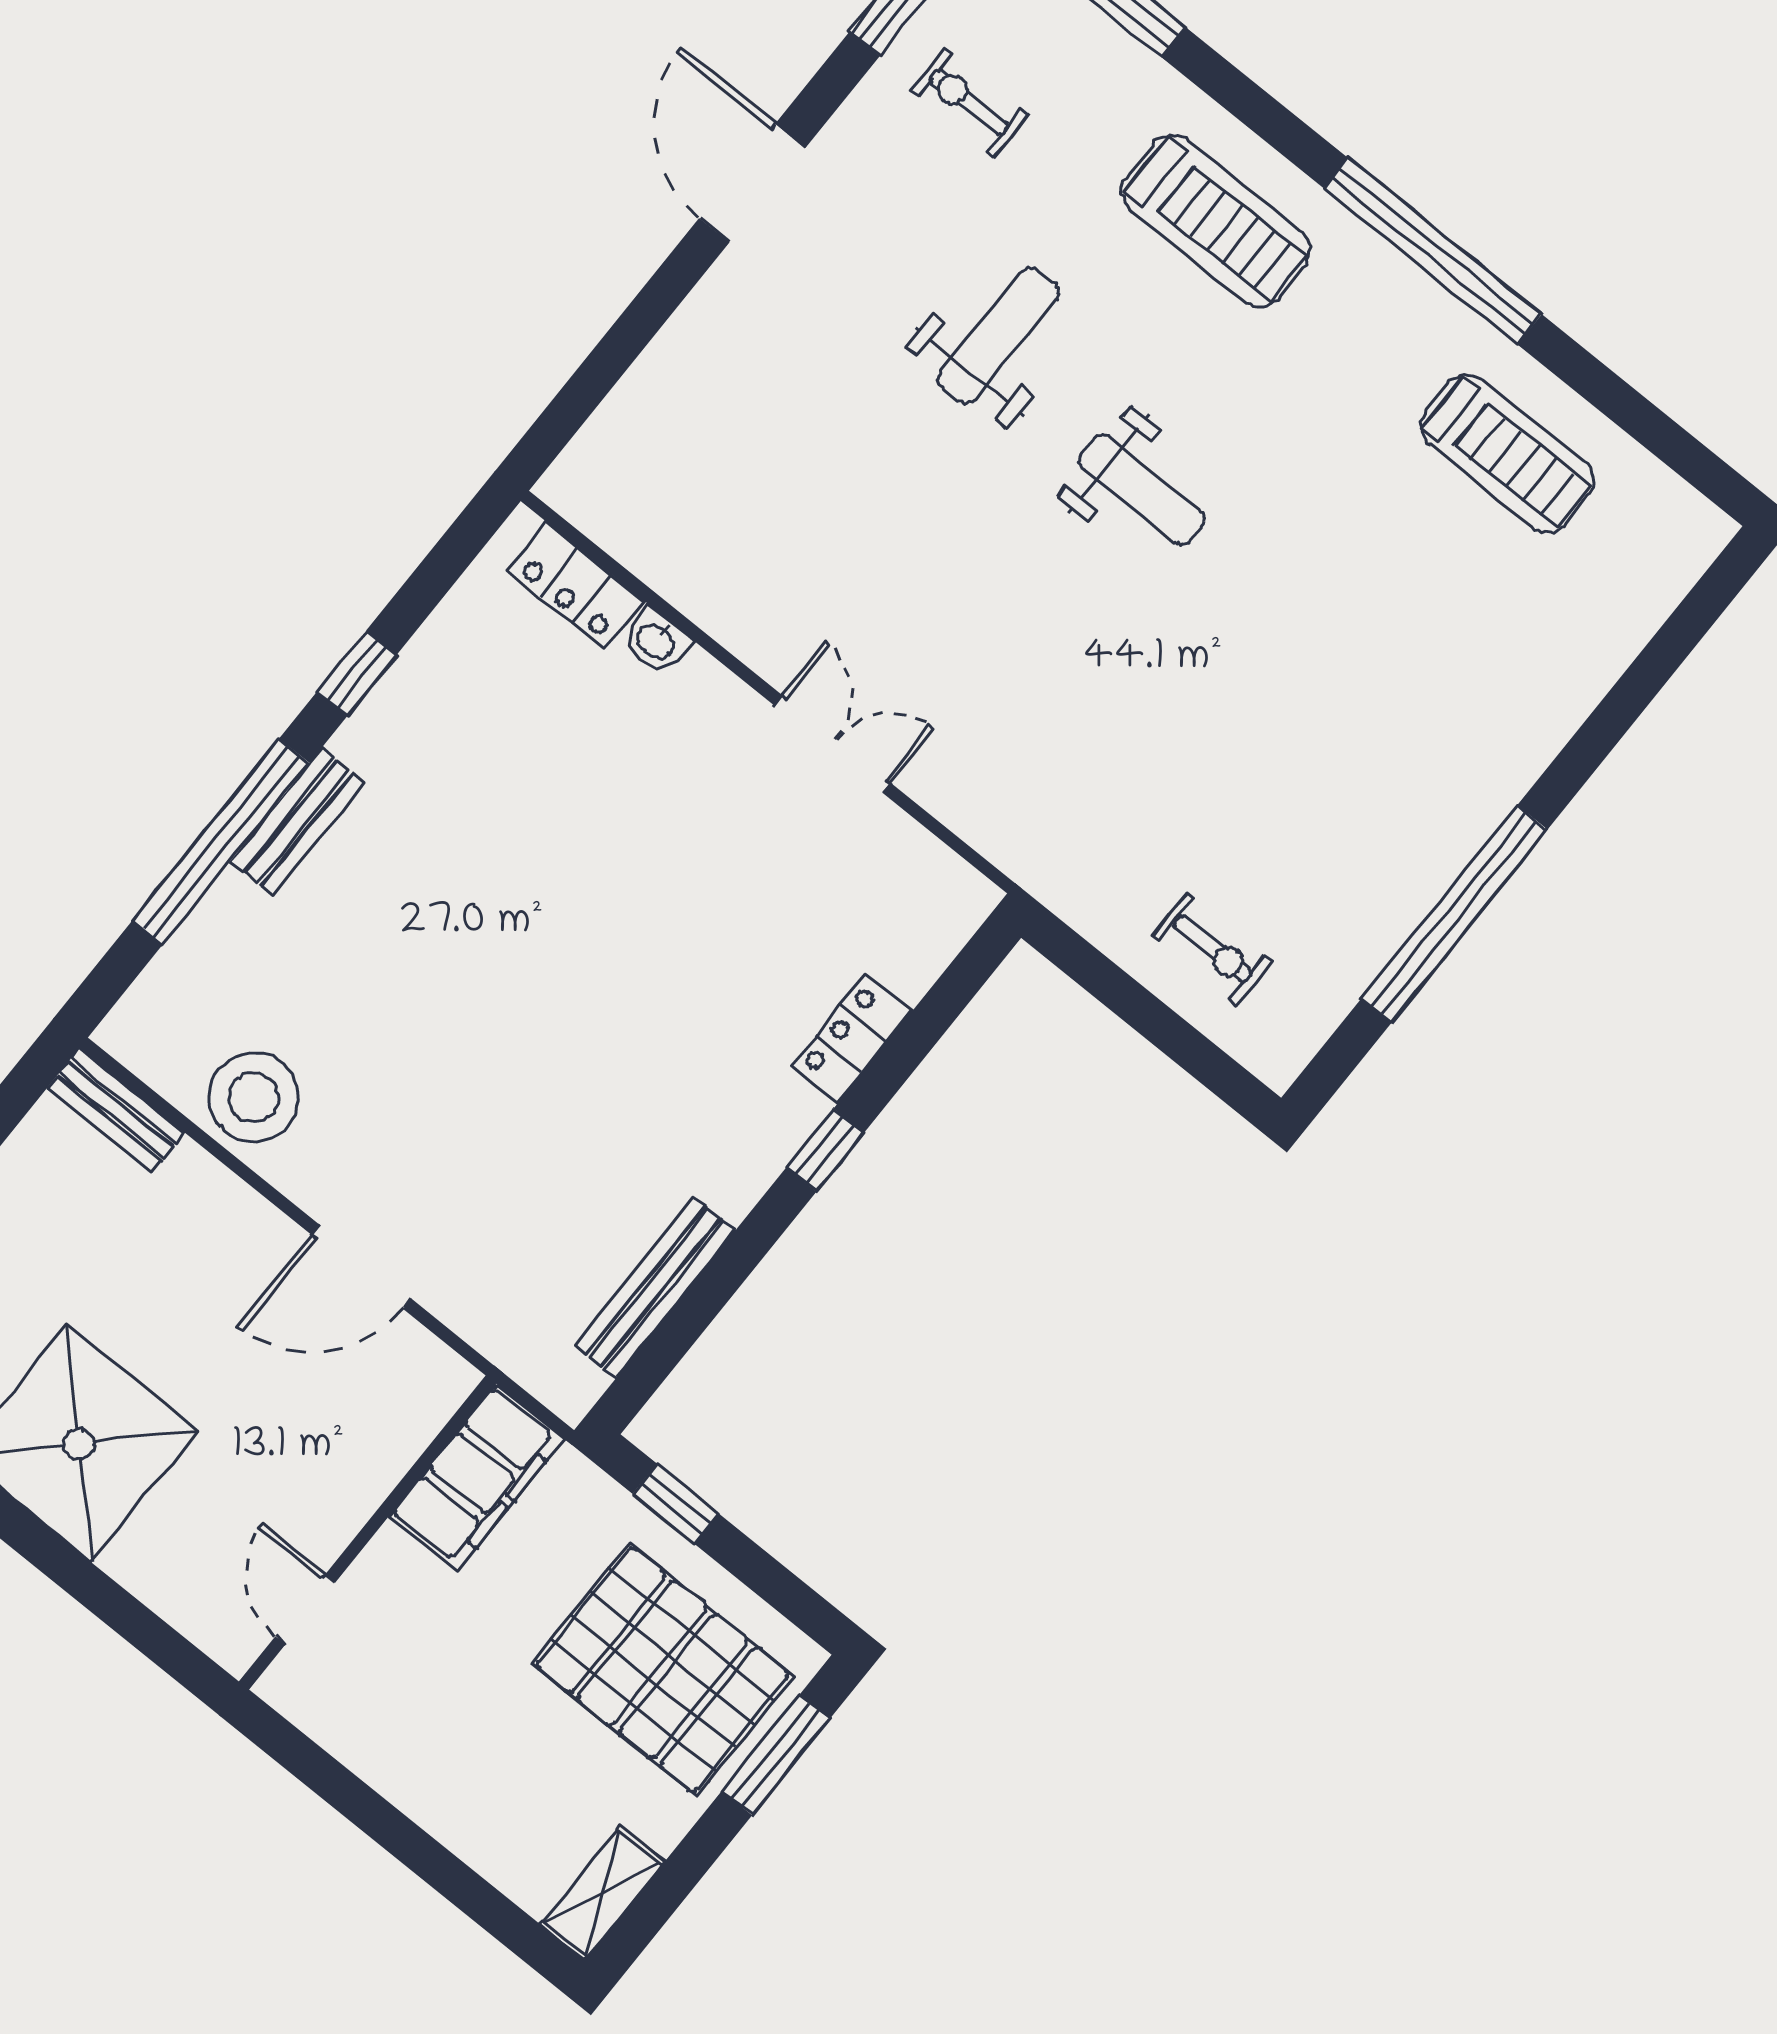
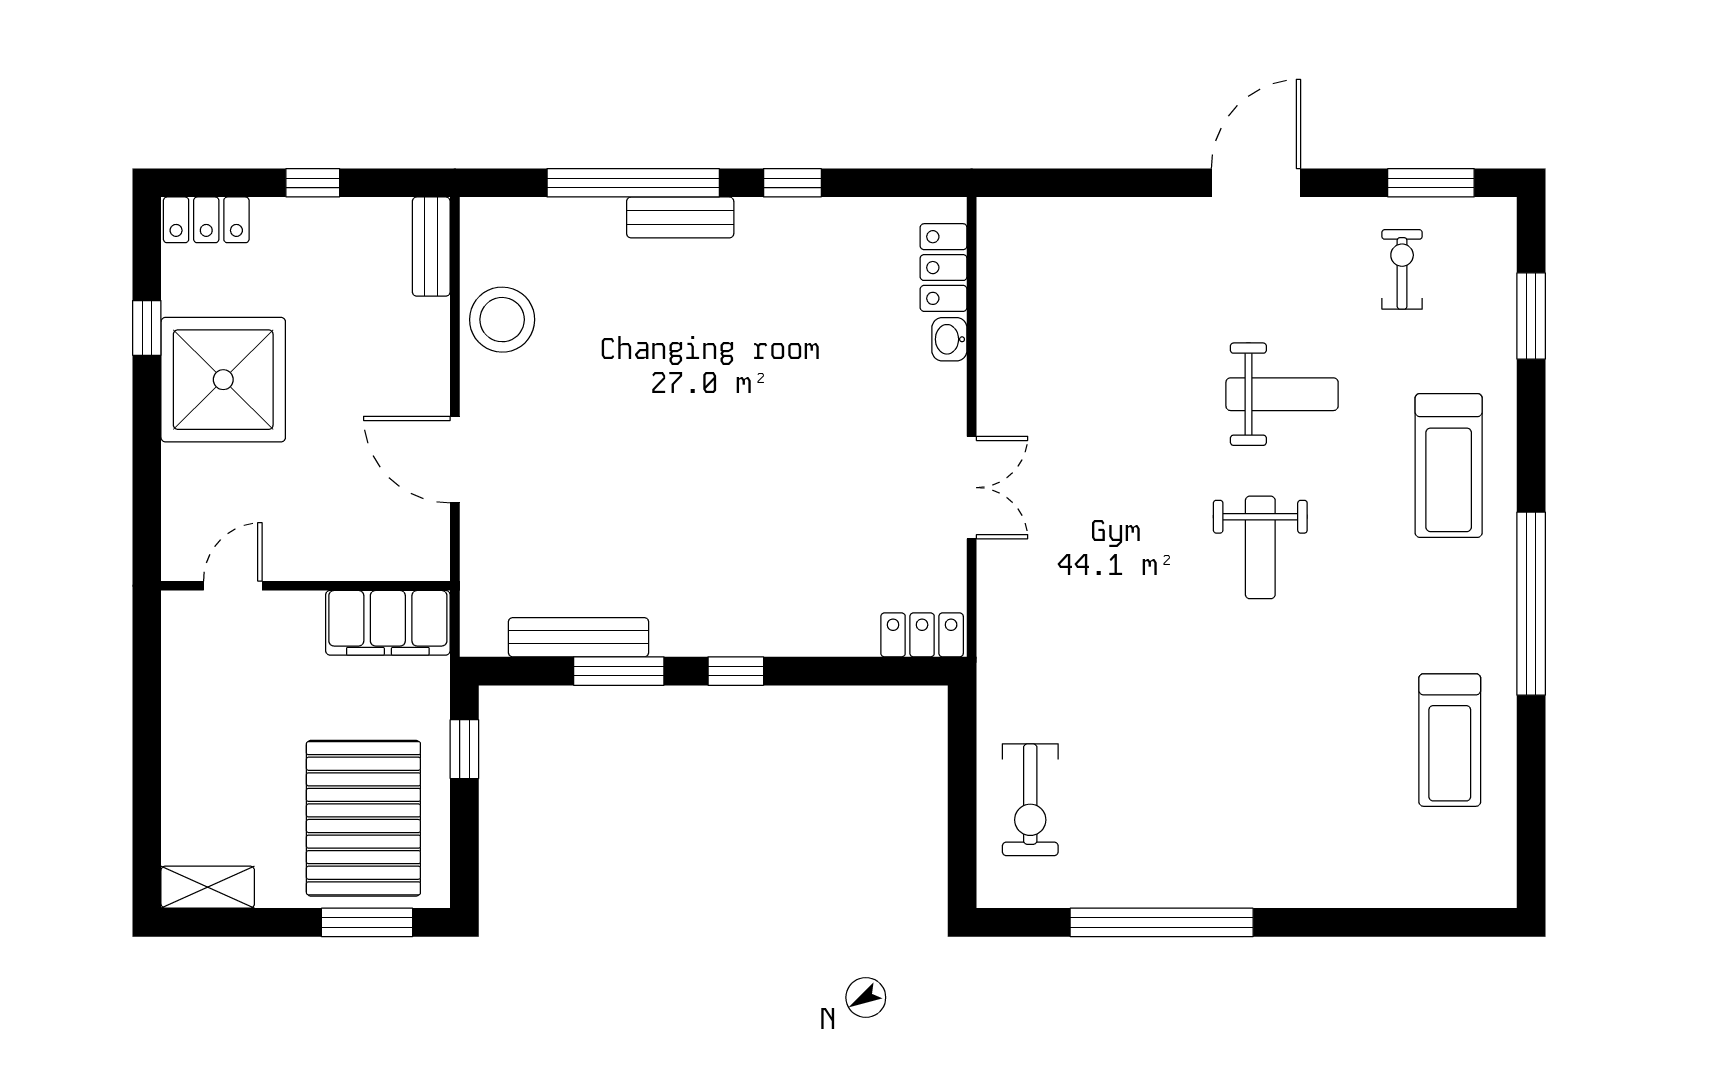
exercise bike: (1212, 948) -> (1030, 800), width x1.38, depth x1.39
locker: (851, 1039) -> (922, 635), moved
window: (725, 1274) -> (619, 671), added

